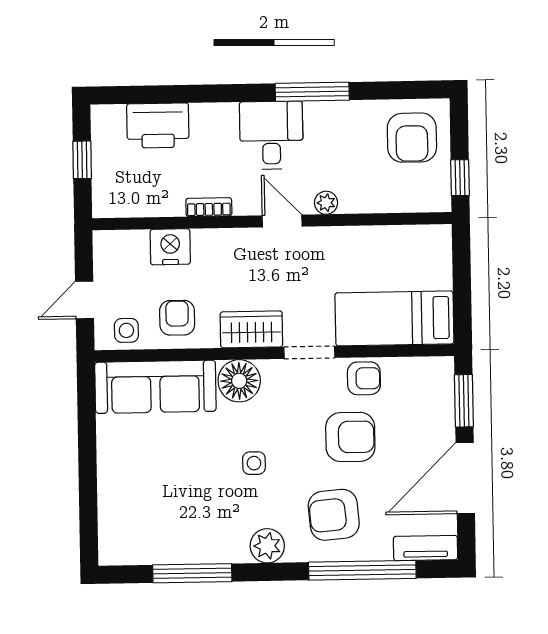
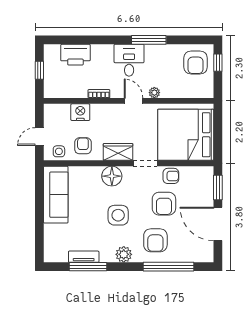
window: (460, 178) -> (218, 63), moved
bed: (394, 318) -> (186, 135), width x2.04
sofa: (155, 387) -> (56, 195), moved, turned -90
armchair: (350, 437) -> (164, 204), turned 90
side table: (254, 463) -> (118, 215), width x1.87, depth x1.87
door: (465, 478) -> (218, 224), hinge flipped
armchair: (334, 515) -> (155, 240), turned -85
tv unit: (426, 548) -> (84, 257), moved

